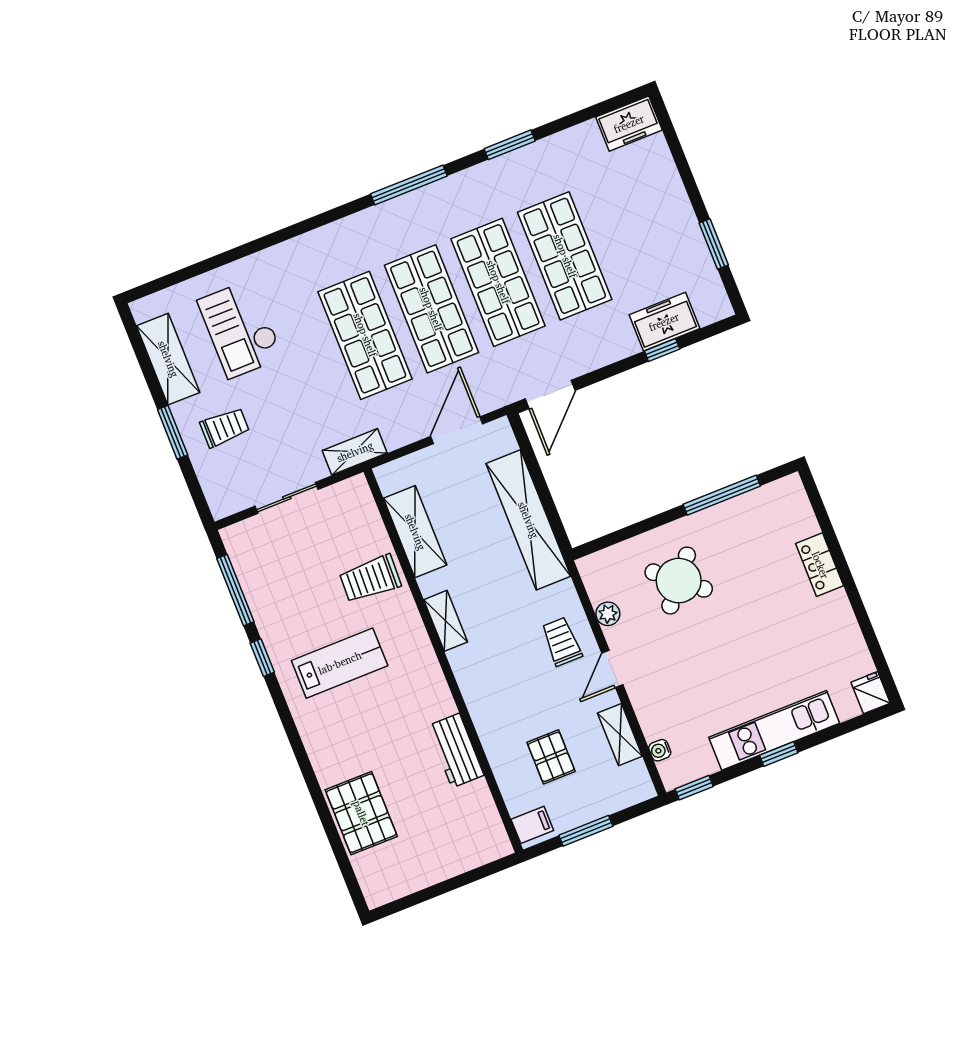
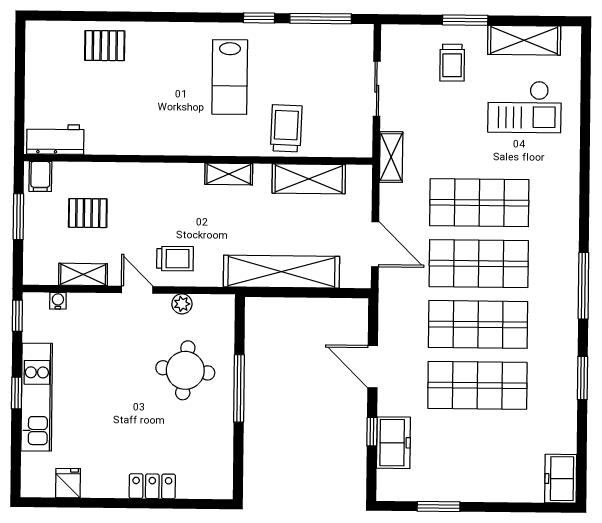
checkout: (240, 329) -> (524, 107), turned 180
door: (550, 395) -> (373, 367), moved
window: (722, 495) -> (239, 388), moved
round table: (679, 581) -> (185, 370), turned -34
fridge: (871, 693) -> (68, 483), moved, turned -90
workbench: (456, 751) -> (55, 139), moved
pallet: (361, 813) -> (105, 46), width x0.67, depth x0.71

